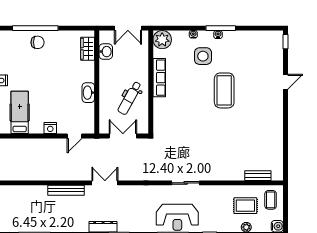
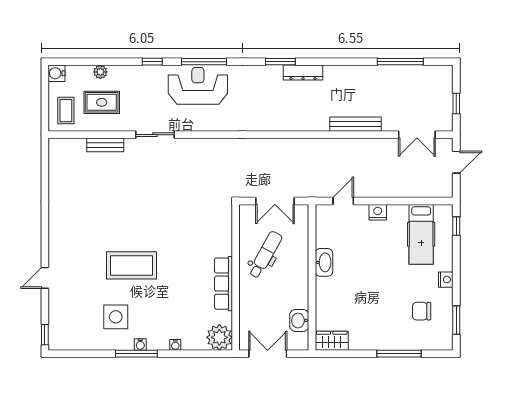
window: (35, 28) -> (399, 354), width x0.68
chair: (38, 42) -> (422, 311), moved
wardrobe: (88, 49) -> (332, 341), moved, turned -90
side table: (203, 56) -> (116, 317), moved
coffee table: (224, 90) -> (132, 265), turned 90
bench: (258, 176) -> (105, 145), moved
double door: (105, 183) -> (417, 135), moved
sliding door: (186, 183) -> (155, 135), moved

